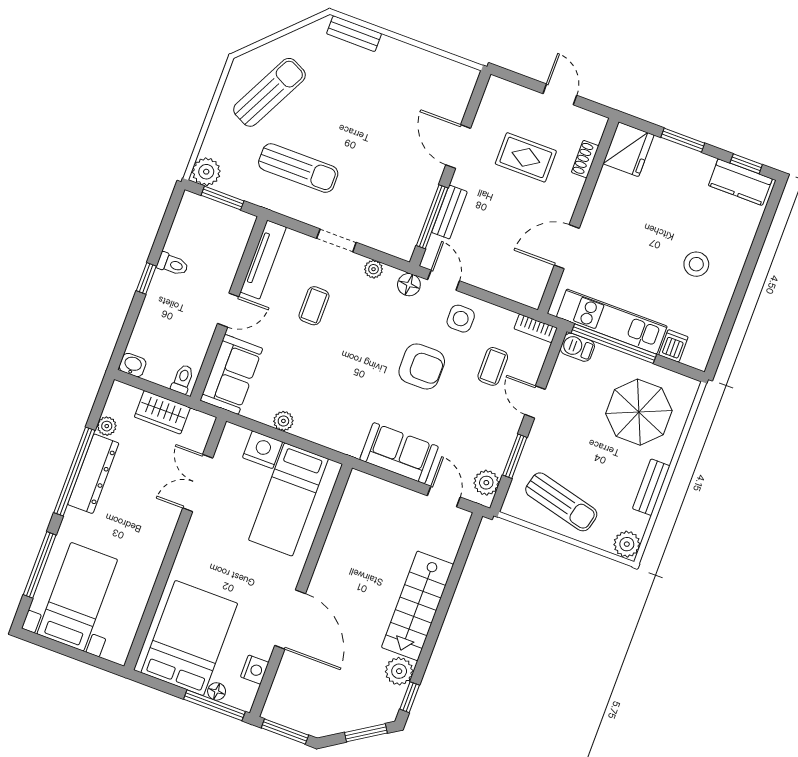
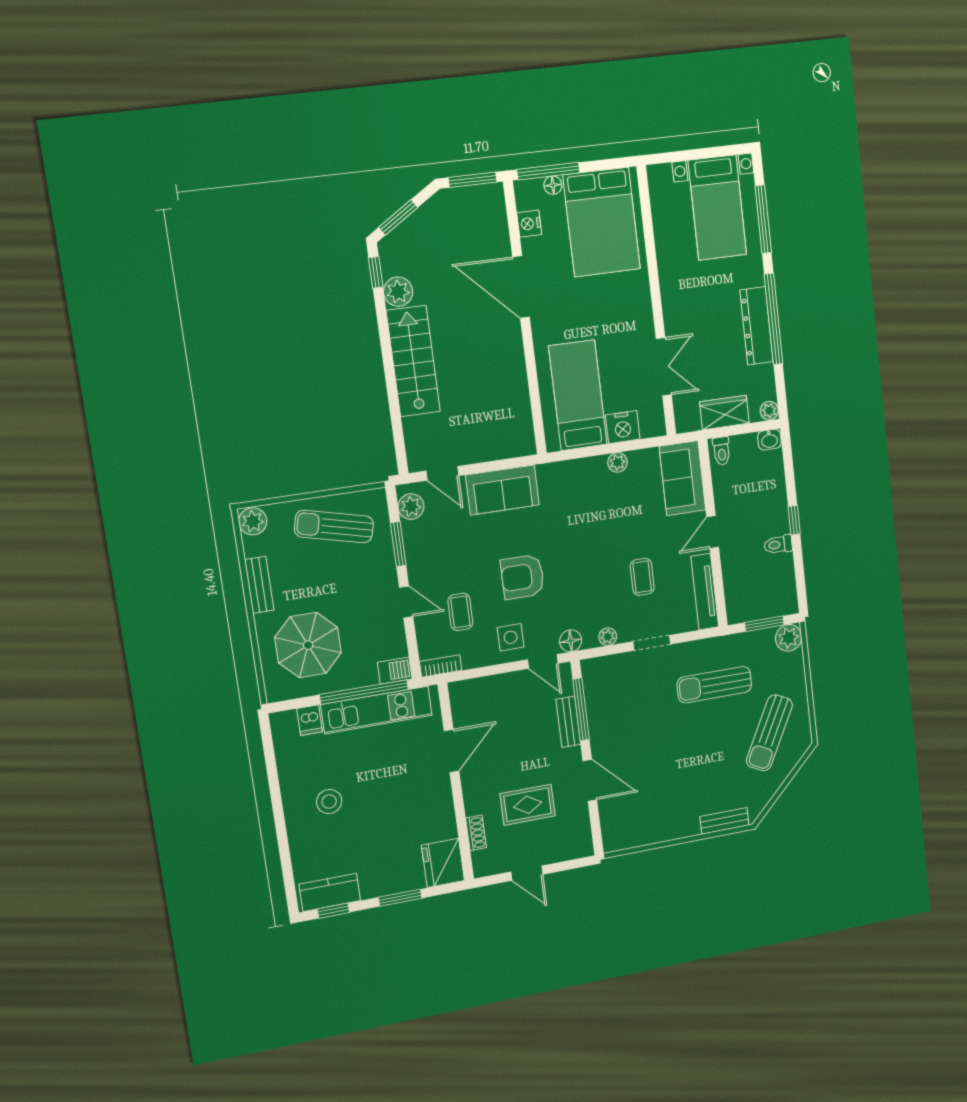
plant: (107, 426) -> (769, 411), moved

